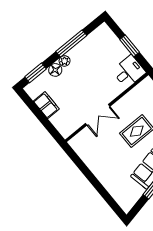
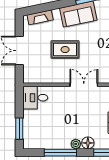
window: (130, 46) -> (19, 129), moved

